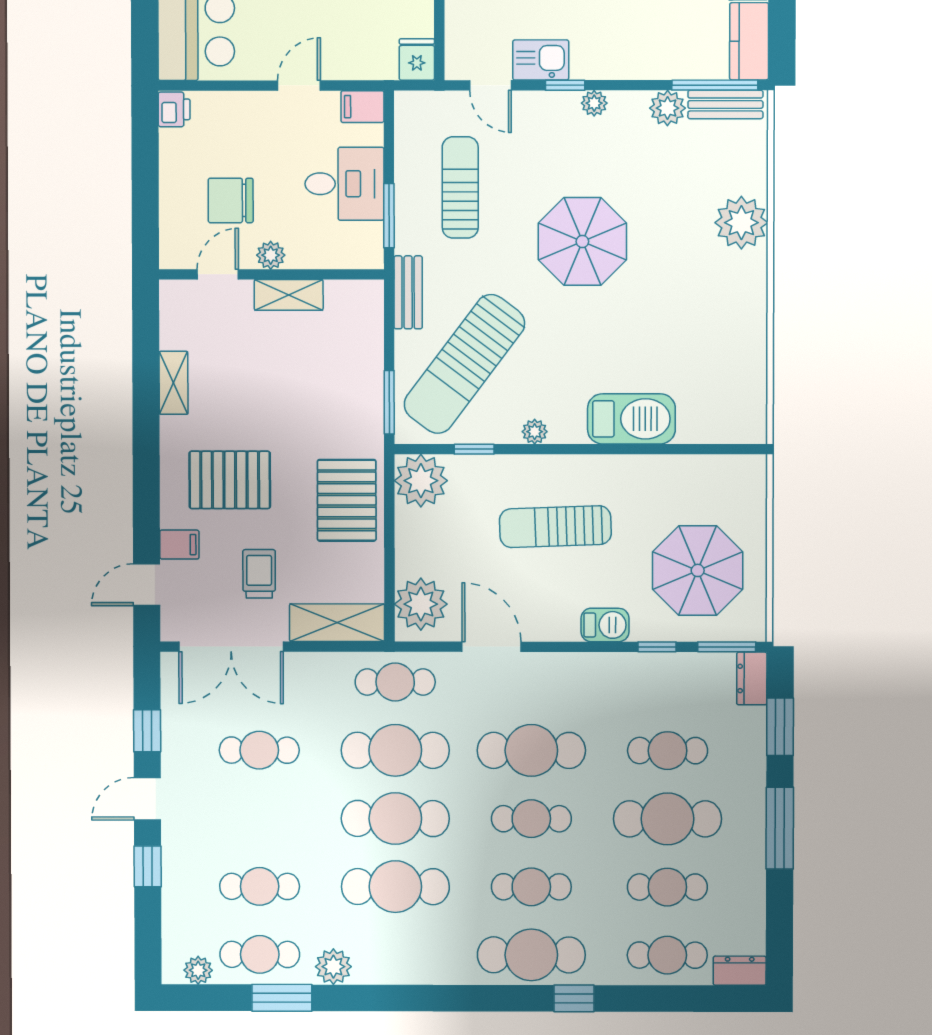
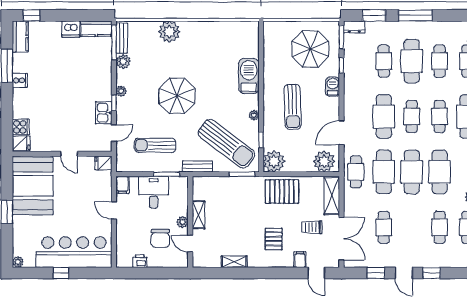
printer: (174, 109) -> (140, 261), moved
pallet: (230, 480) -> (274, 239), width x0.67, depth x0.71

